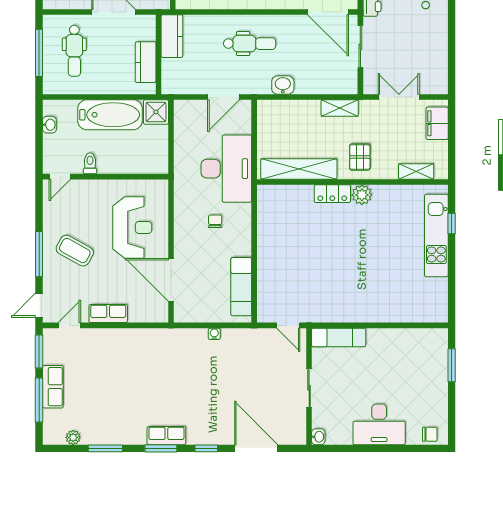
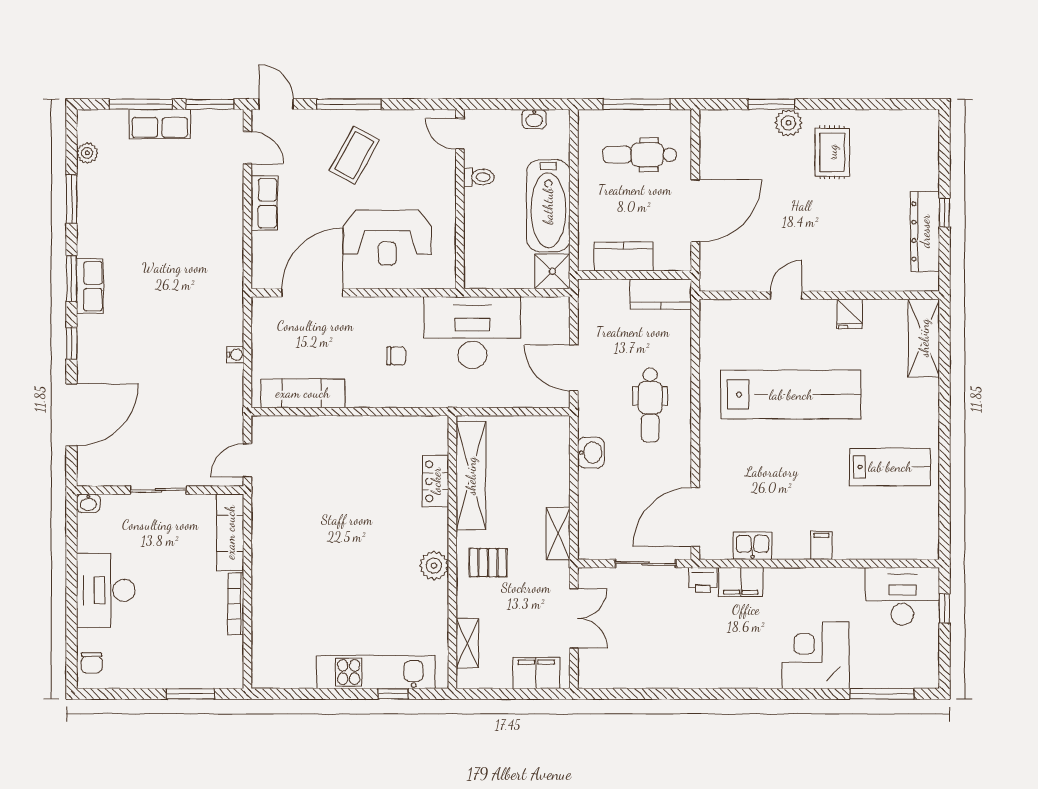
desk: (226, 169) -> (472, 333), moved, turned 180
locker: (332, 194) -> (436, 481), moved
bookcase: (389, 334) -> (236, 604), added

